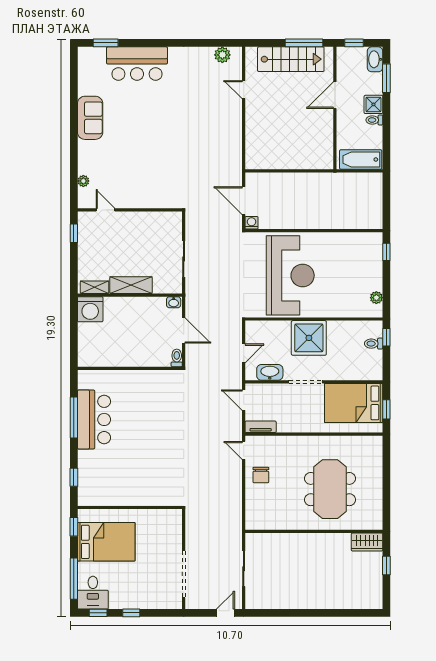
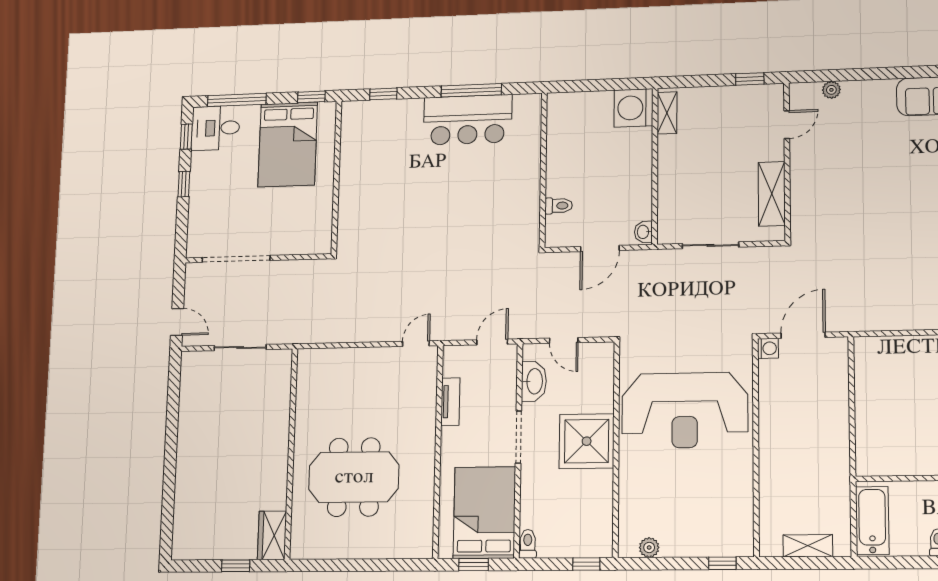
shelving: (376, 199) -> (808, 546), added
shelving: (131, 285) -> (772, 194), moved
toilet: (374, 344) -> (528, 544), moved
toilet: (177, 358) -> (559, 206), moved
tv unit: (261, 427) -> (450, 402), moved
chair: (261, 475) -> (378, 371), removed

